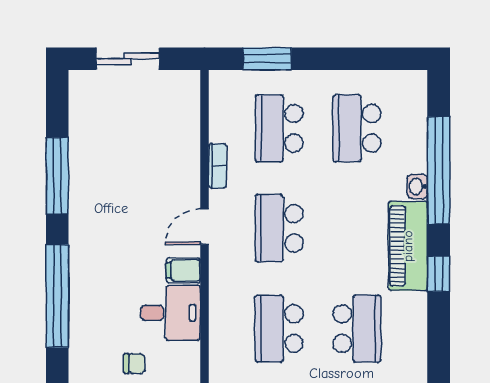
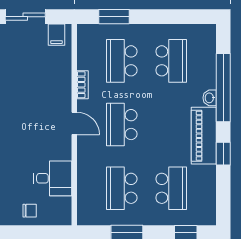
school desk: (357, 128) -> (171, 61), turned 180
door: (204, 227) -> (74, 123), swing flipped
filing cabinet: (183, 270) -> (56, 35), moved, turned -90

